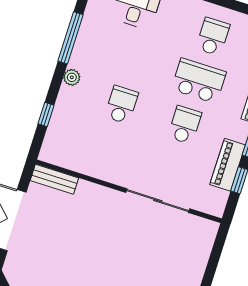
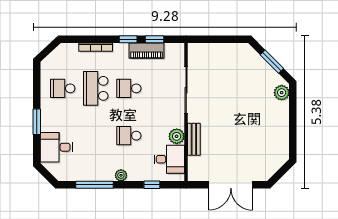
desk: (73, 149) -> (169, 159), added
plant: (100, 168) -> (177, 136), added
bench: (54, 179) -> (194, 139), moved

